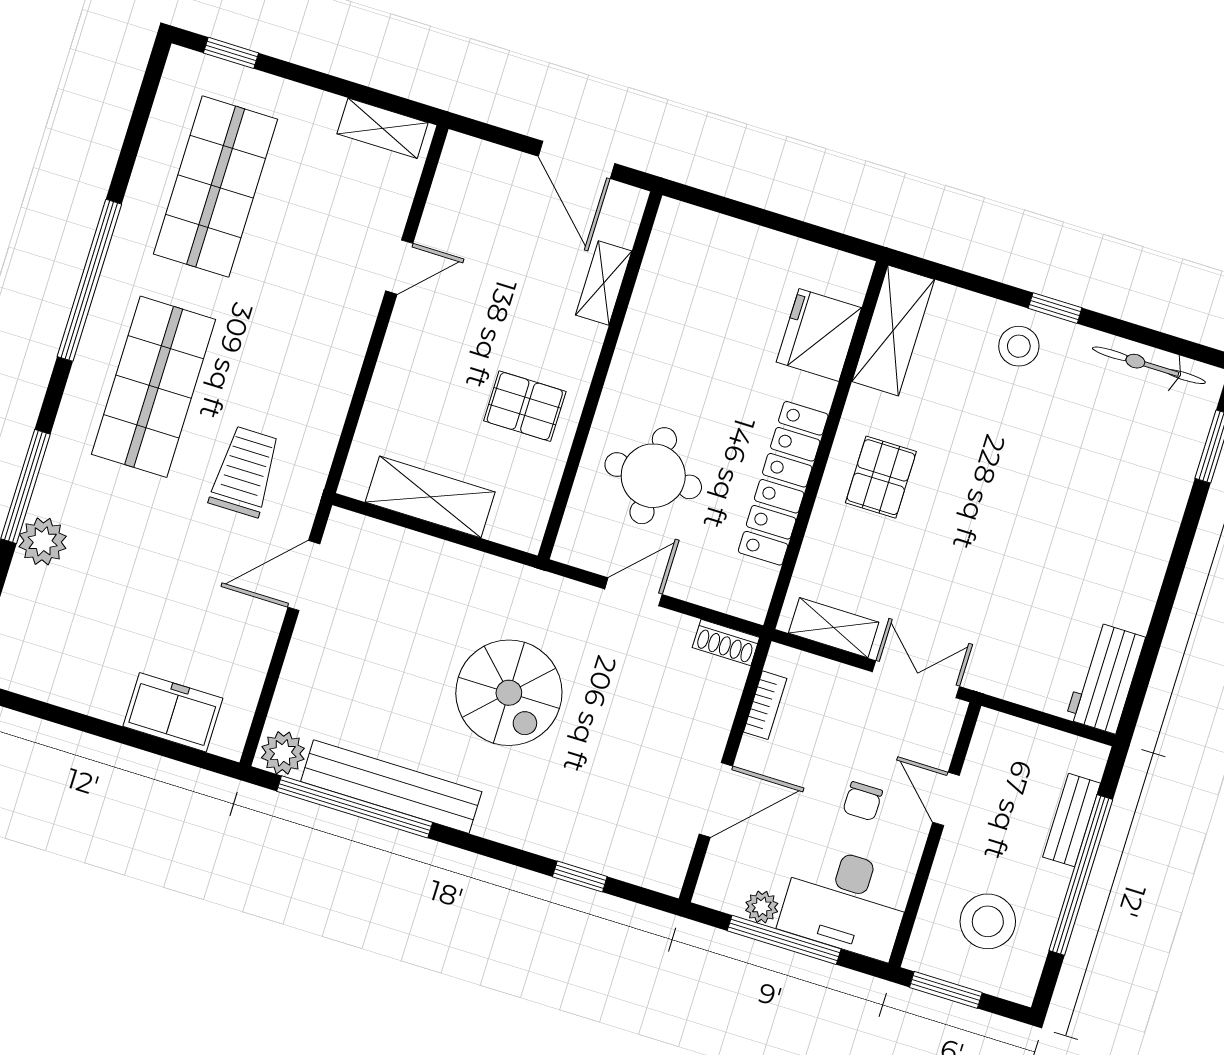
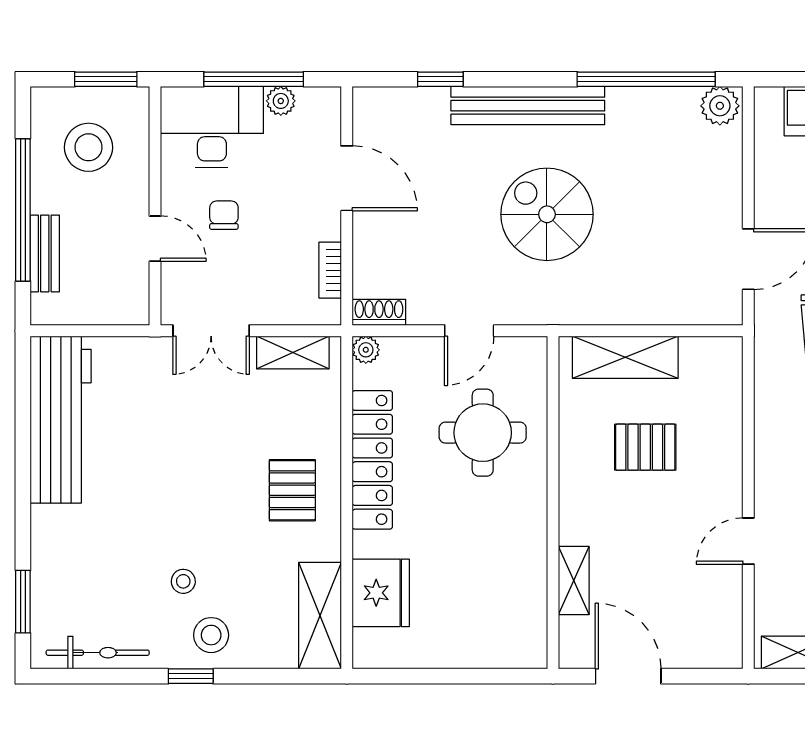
pallet: (525, 406) -> (645, 447), moved
stool: (1031, 414) -> (183, 581), added
shelving: (430, 497) -> (625, 357), moved
plant: (753, 606) -> (366, 350), added
workbench: (1105, 678) -> (61, 420), width x1.88, depth x1.32
bench: (391, 787) -> (528, 106), moved
door: (716, 800) -> (347, 178), swing flipped

